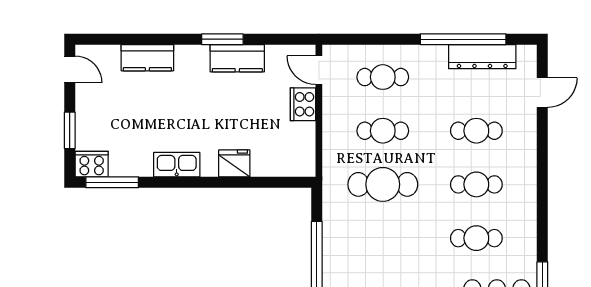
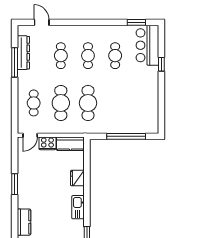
window: (463, 39) -> (15, 62), width x0.68
kitchen counter: (237, 58) -> (70, 144), moved, turned 90
cafe table: (383, 131) -> (61, 103), width x1.37, depth x1.35

